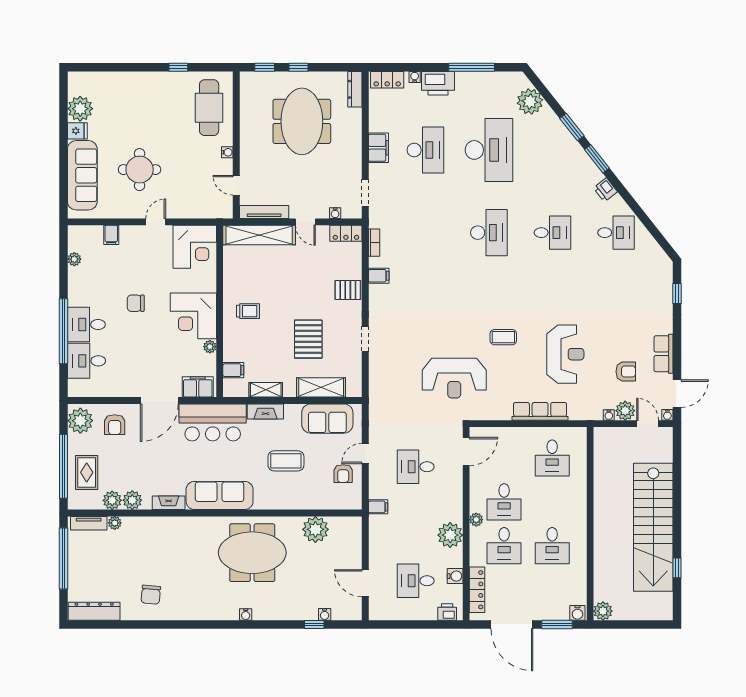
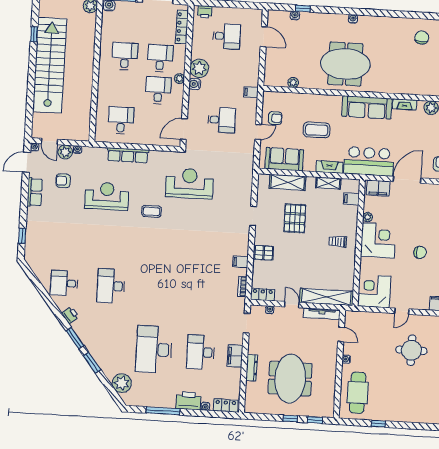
dresser: (355, 89) -> (252, 368), moved
desk: (489, 233) -> (158, 289), removed
desk: (552, 233) -> (111, 286), width x1.37
reception desk: (565, 354) -> (107, 196), turned 90
armchair: (343, 474) -> (275, 118), turned 90
plant: (315, 529) -> (293, 83), width x0.53, depth x0.53
water cooler: (455, 576) -> (195, 84), moved

